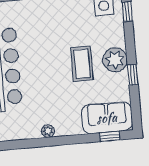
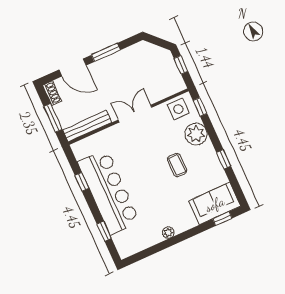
plant: (115, 60) -> (196, 134), moved
coffee table: (82, 64) -> (177, 165), width x0.73, depth x0.77

